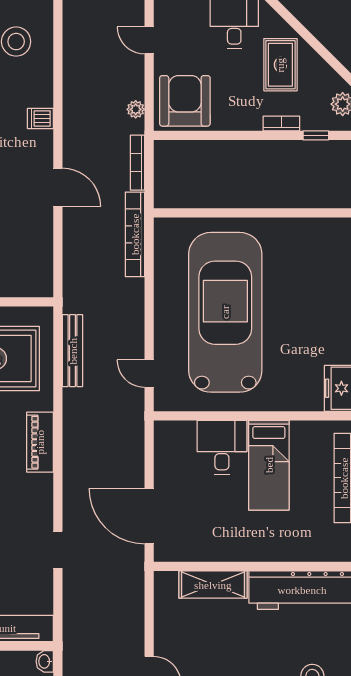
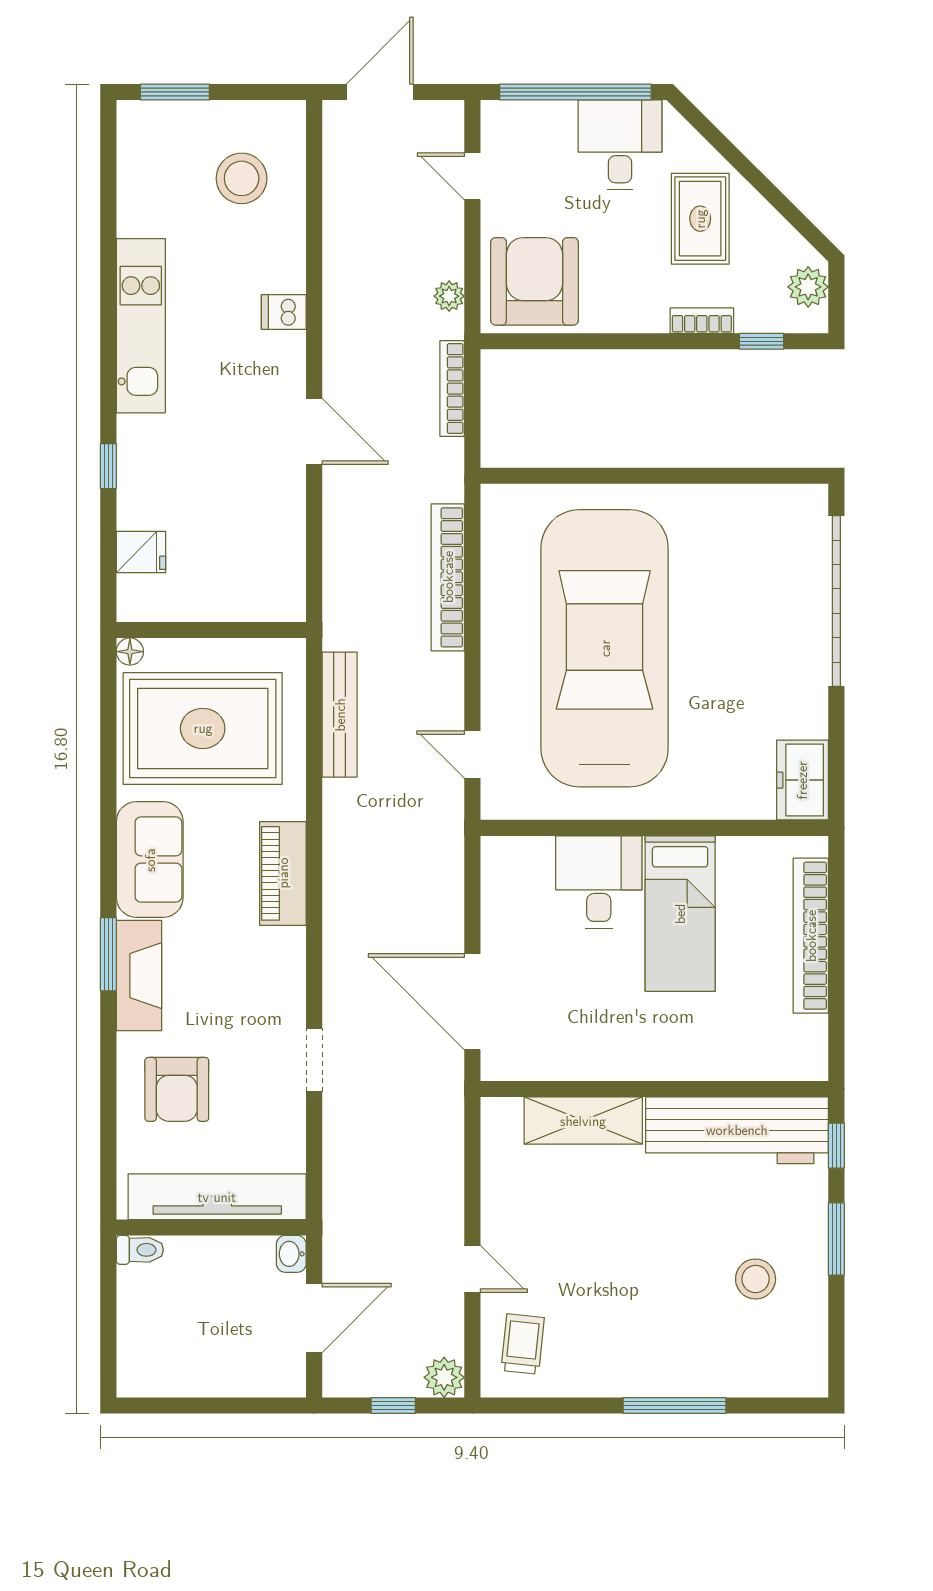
bookcase: (135, 234) -> (448, 577), moved

